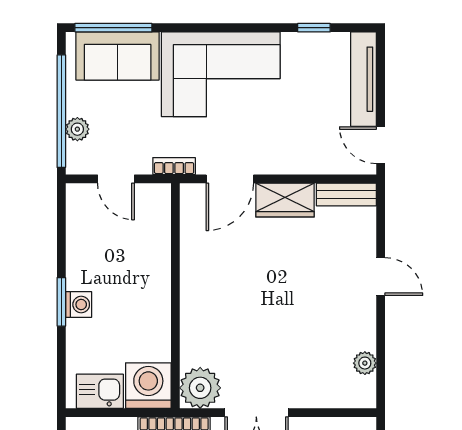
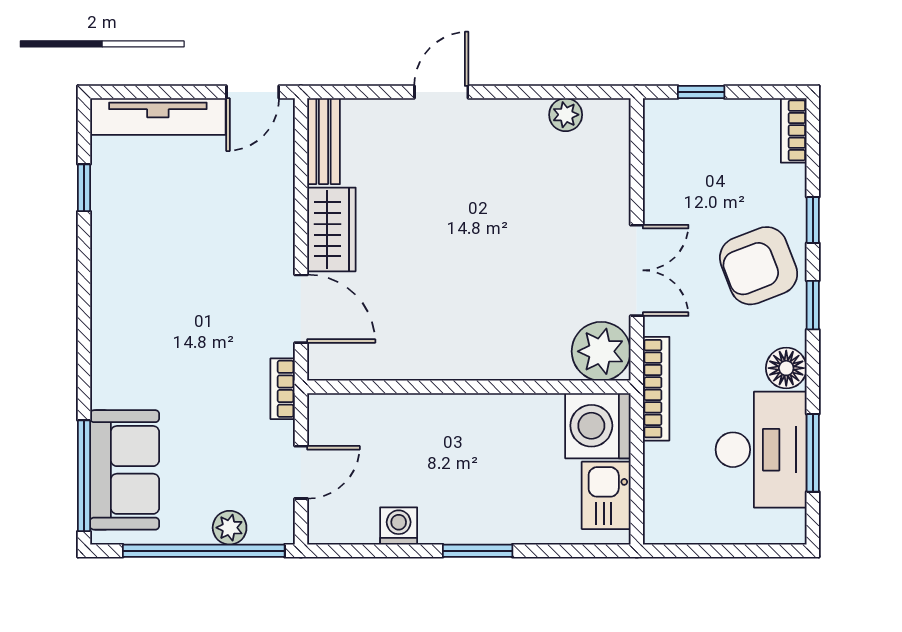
corner sofa: (221, 74) -> (151, 322), removed
washing machine: (79, 304) -> (399, 526), moved

